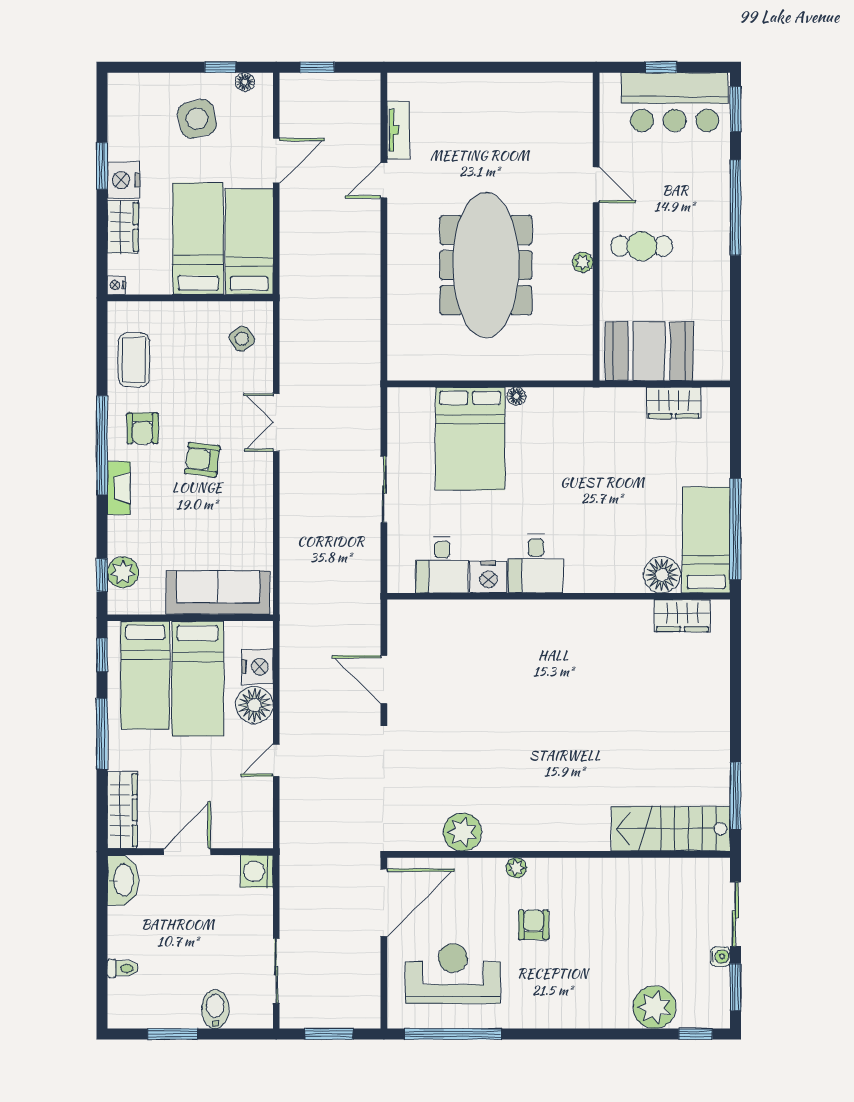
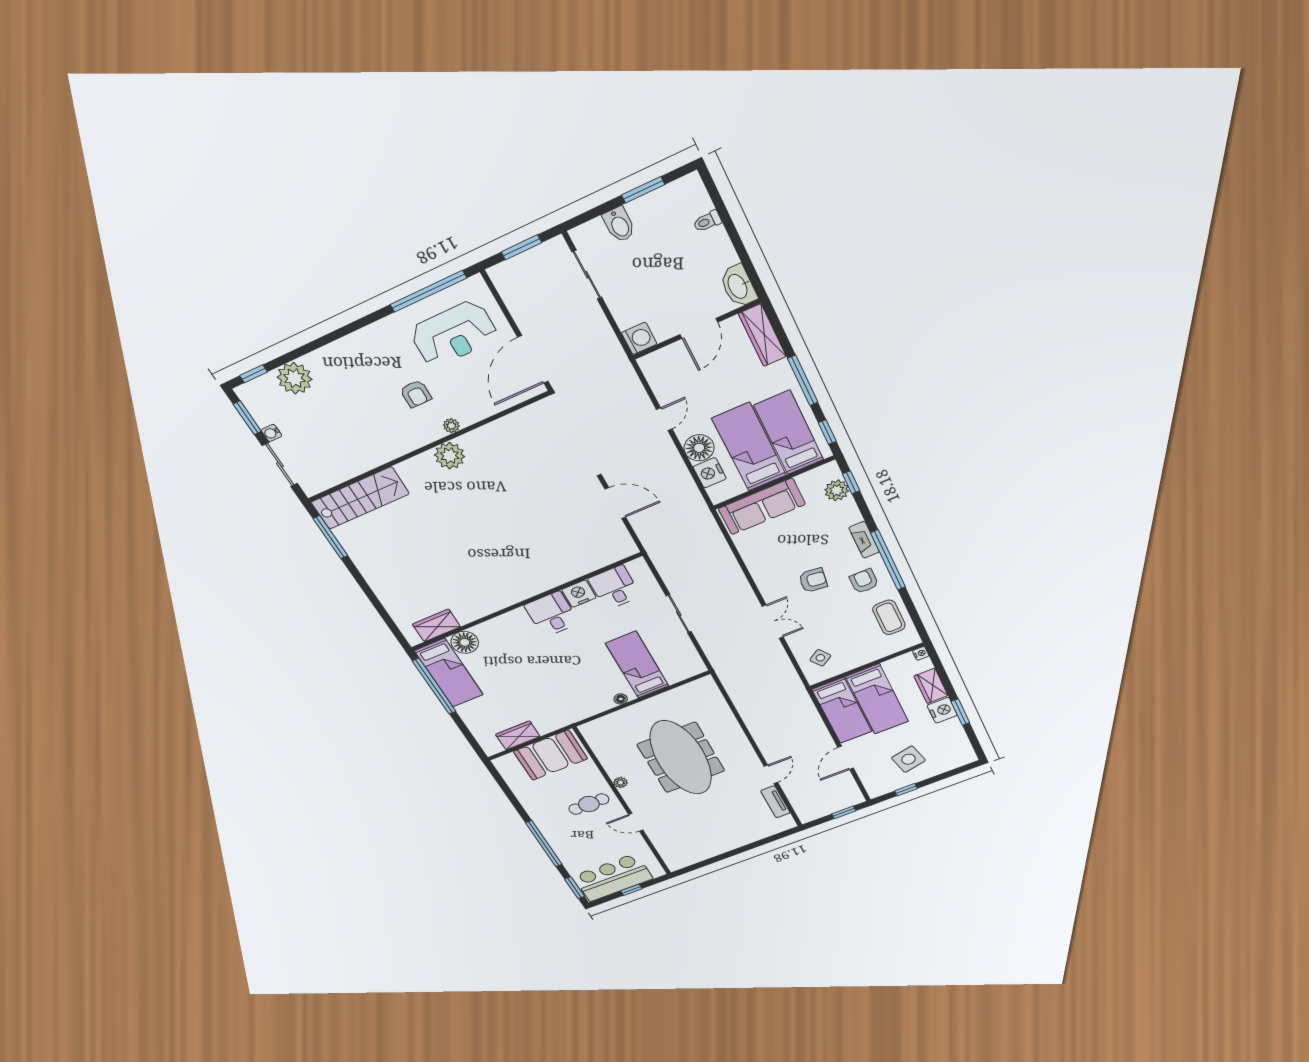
floor lamp: (245, 82) -> (887, 788), removed
bed: (470, 439) -> (637, 665), width x0.67
plant: (462, 832) -> (450, 456), moved

